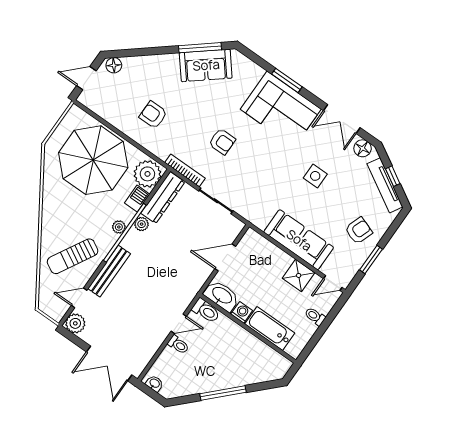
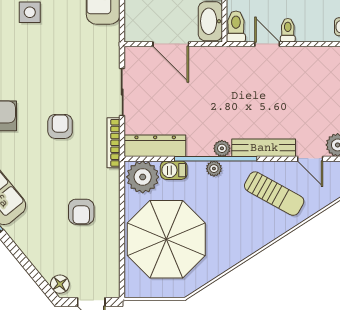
plant: (142, 224) -> (222, 148), moved

